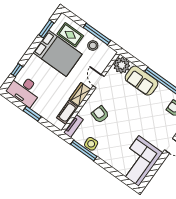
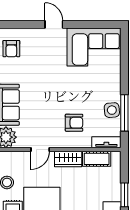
armchair: (100, 114) -> (74, 123), turned -107

